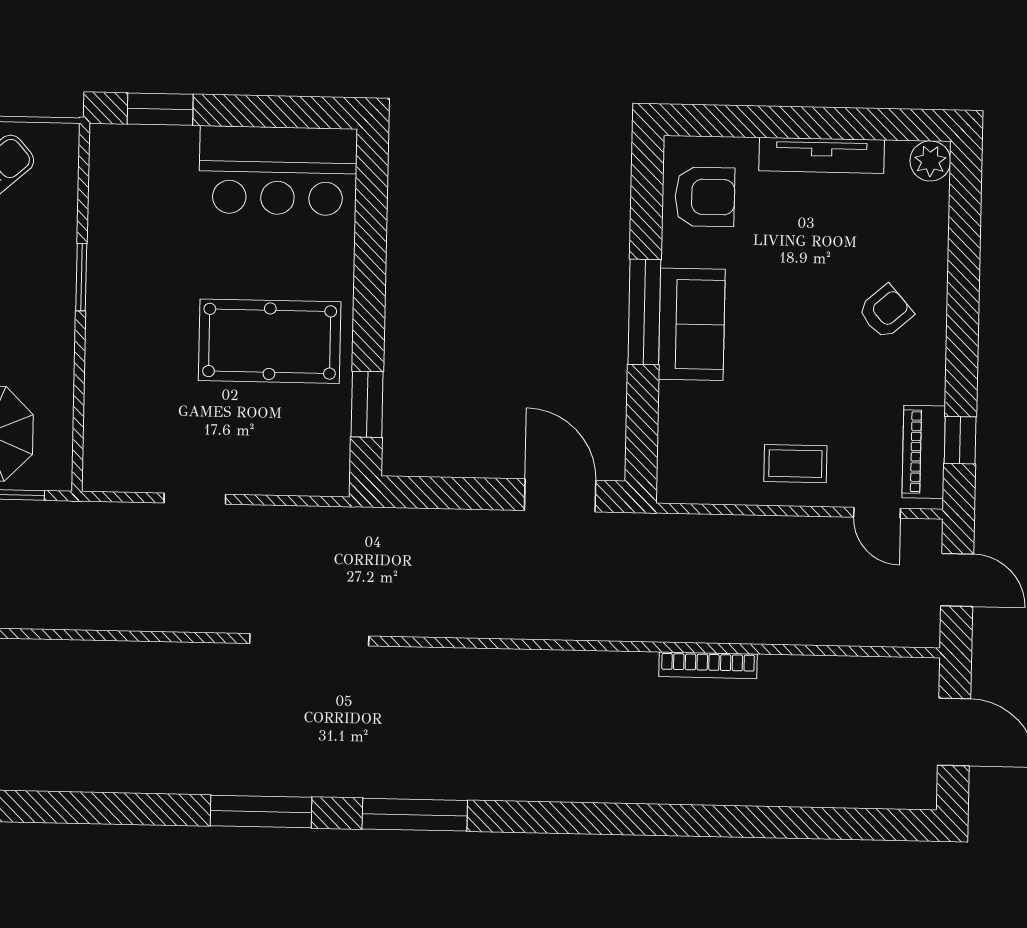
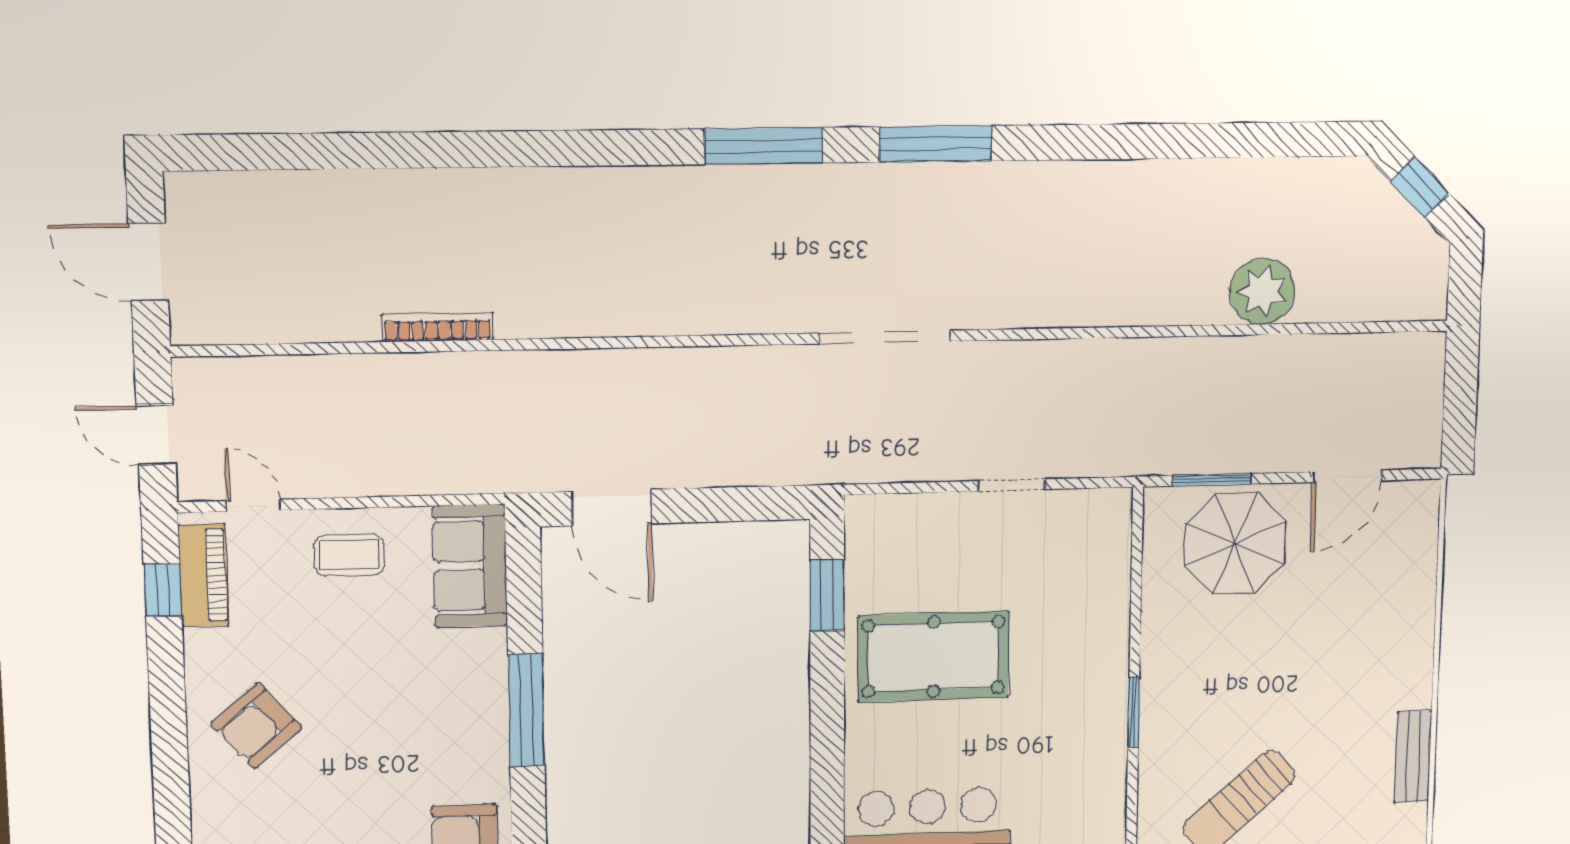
armchair: (886, 312) -> (256, 725), width x1.38, depth x1.38
sofa: (692, 324) -> (470, 566), moved

